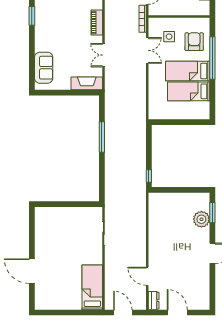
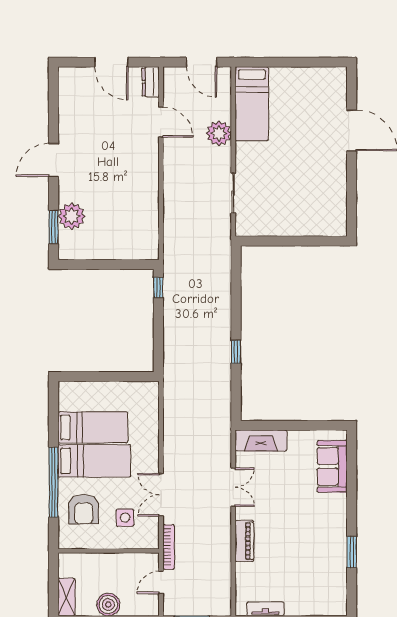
window: (102, 137) -> (236, 352), width x0.46
plant: (112, 269) -> (219, 133), added

